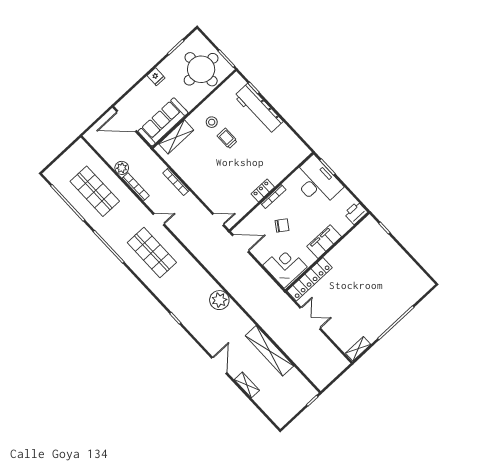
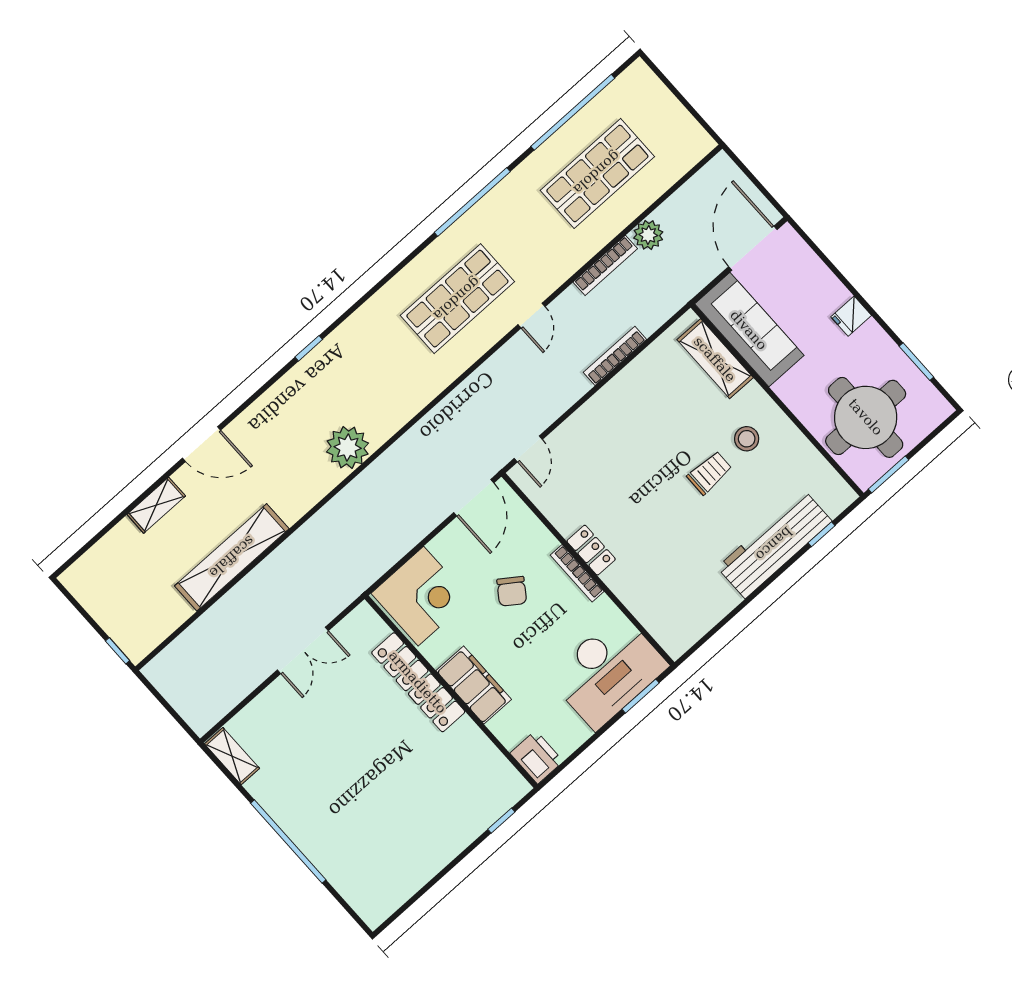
locker: (310, 279) -> (418, 682), moved

